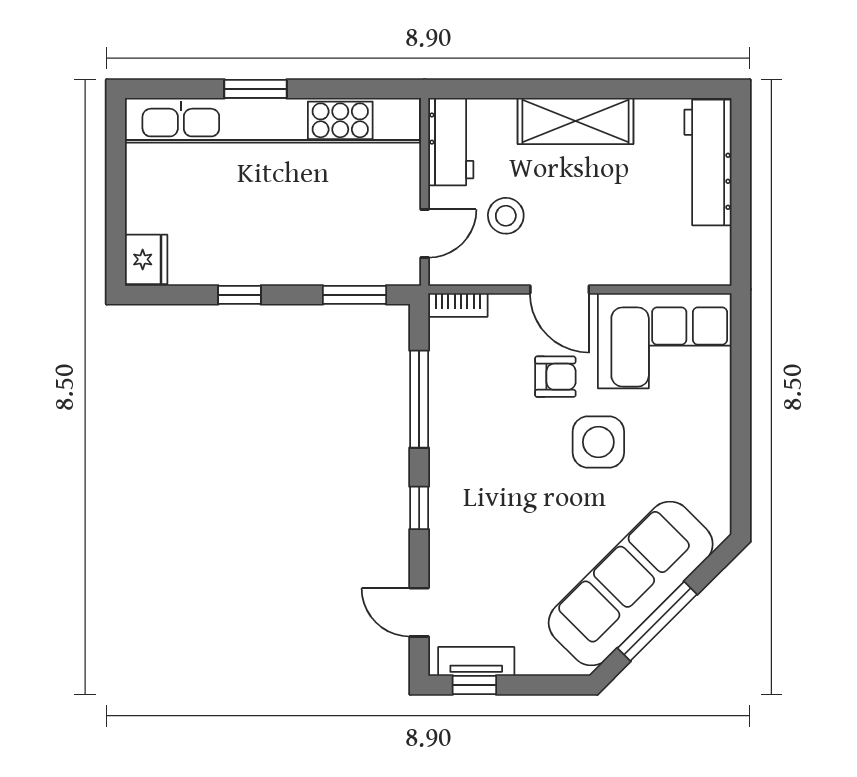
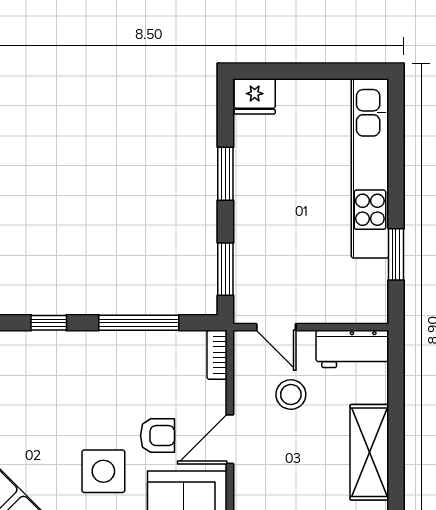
window: (256, 89) -> (396, 254), moved
kitchen unit: (272, 120) -> (370, 168), width x0.73
window: (240, 295) -> (225, 174), width x1.50
armchair: (555, 377) -> (158, 436), turned -90

